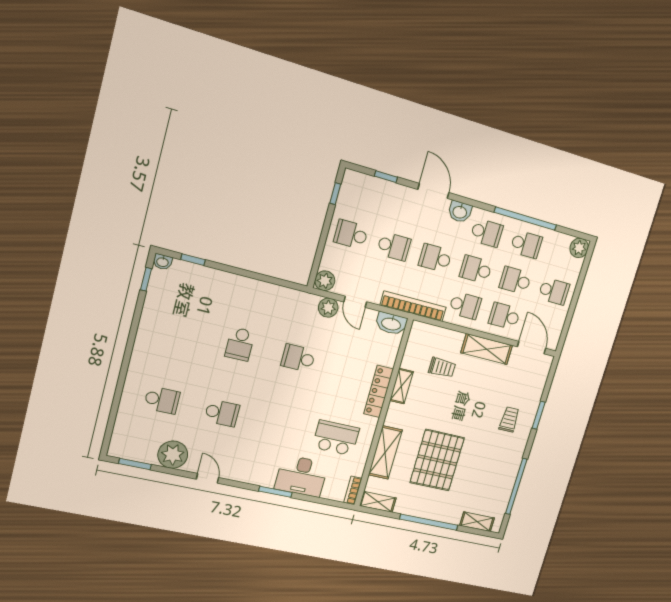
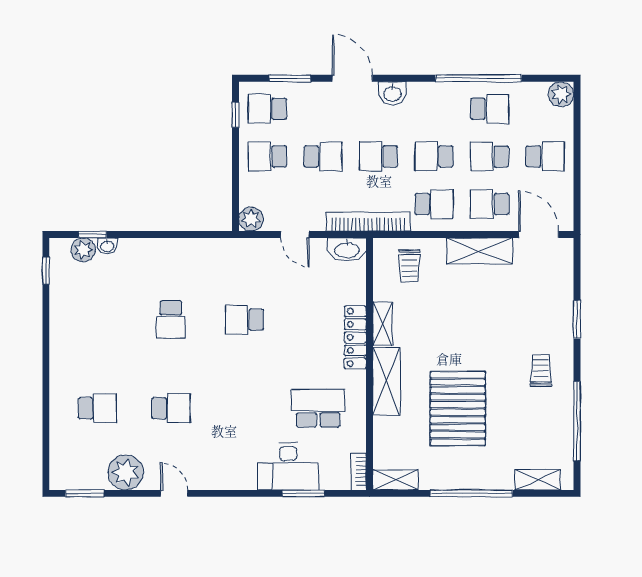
window: (386, 177) -> (290, 78), width x1.50
school desk: (487, 233) -> (267, 109), moved, turned 180
washbasin: (163, 262) -> (107, 246), moved
plant: (328, 308) -> (83, 250), moved
trolley: (442, 367) -> (409, 266), moved, turned 89
trolley: (509, 419) -> (541, 371), moved
shelving: (385, 452) -> (386, 381), moved
window: (275, 492) -> (303, 493), moved

